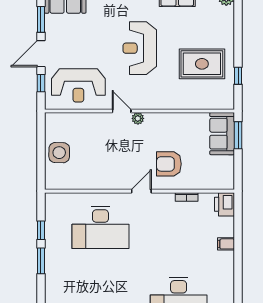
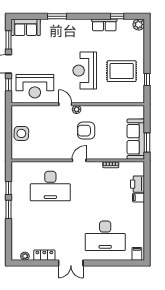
reception desk: (140, 48) -> (85, 71), moved
sofa: (222, 134) -> (136, 139), moved, width x1.36
window: (238, 135) -> (147, 142), moved
armchair: (169, 164) -> (86, 131), moved
printer: (225, 204) -> (137, 184), moved

